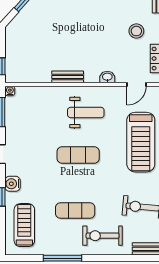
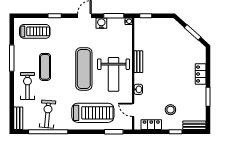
weight bench: (86, 112) -> (114, 74), width x1.36, depth x1.33
treadmill: (141, 142) -> (93, 113), turned 180
exercise mat: (78, 155) -> (84, 69), width x1.36, depth x1.45
water cooler: (13, 184) -> (101, 23), moved

